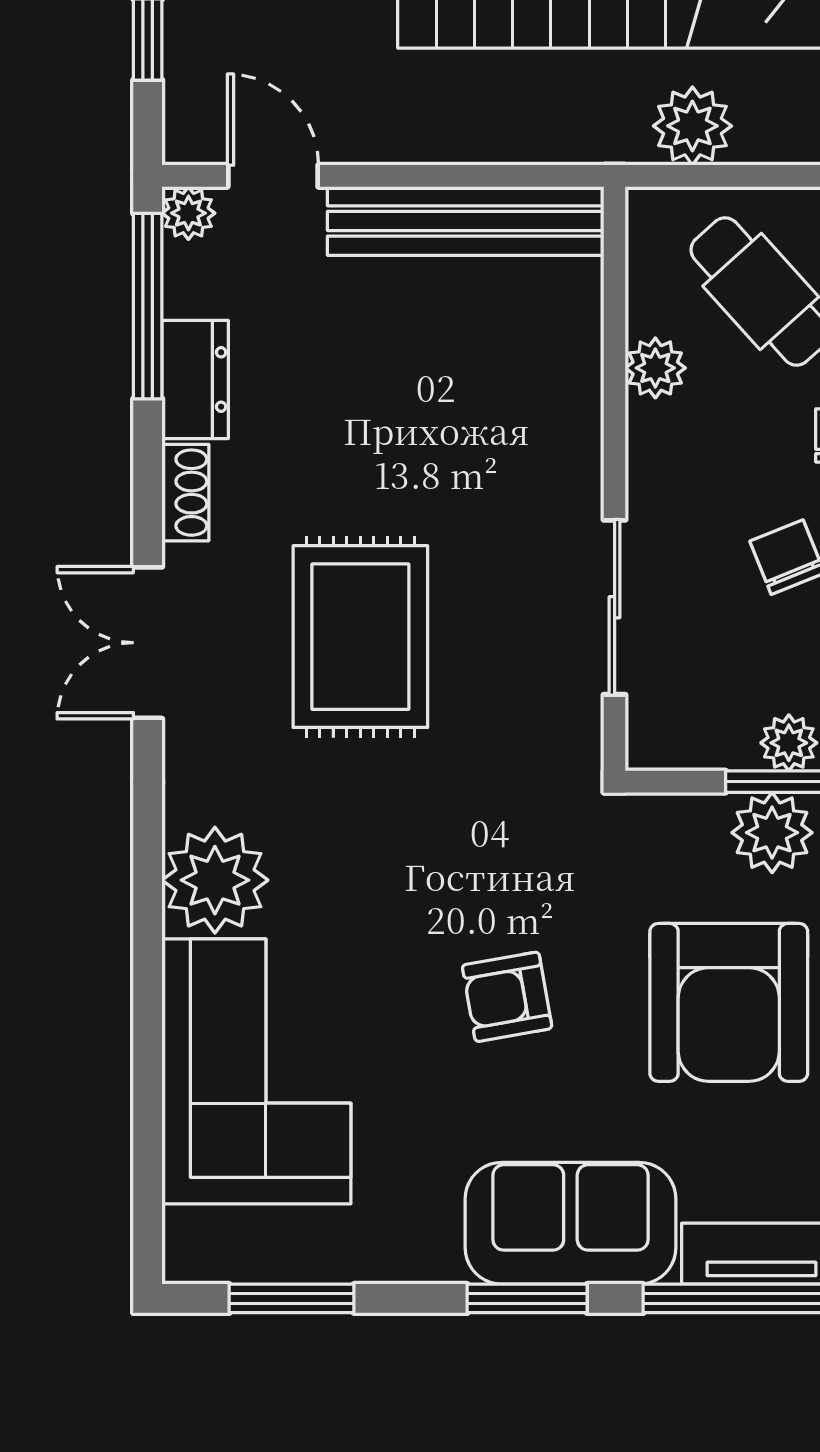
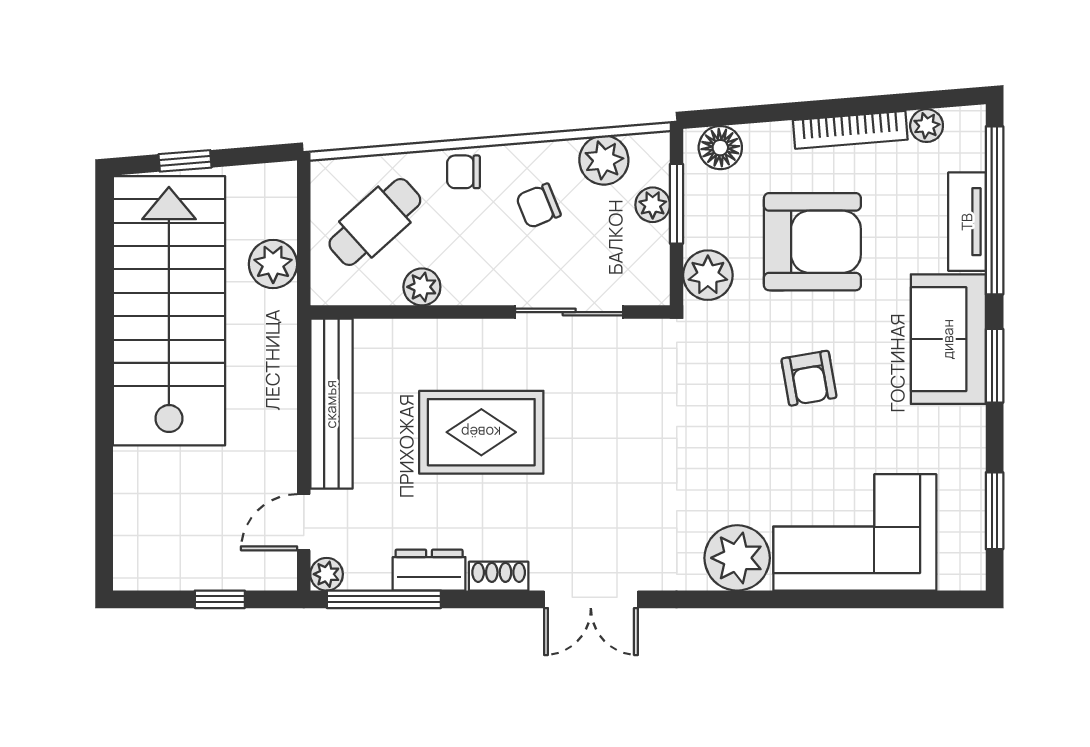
rug: (360, 637) -> (481, 432), moved
plant: (772, 833) -> (708, 275), moved

